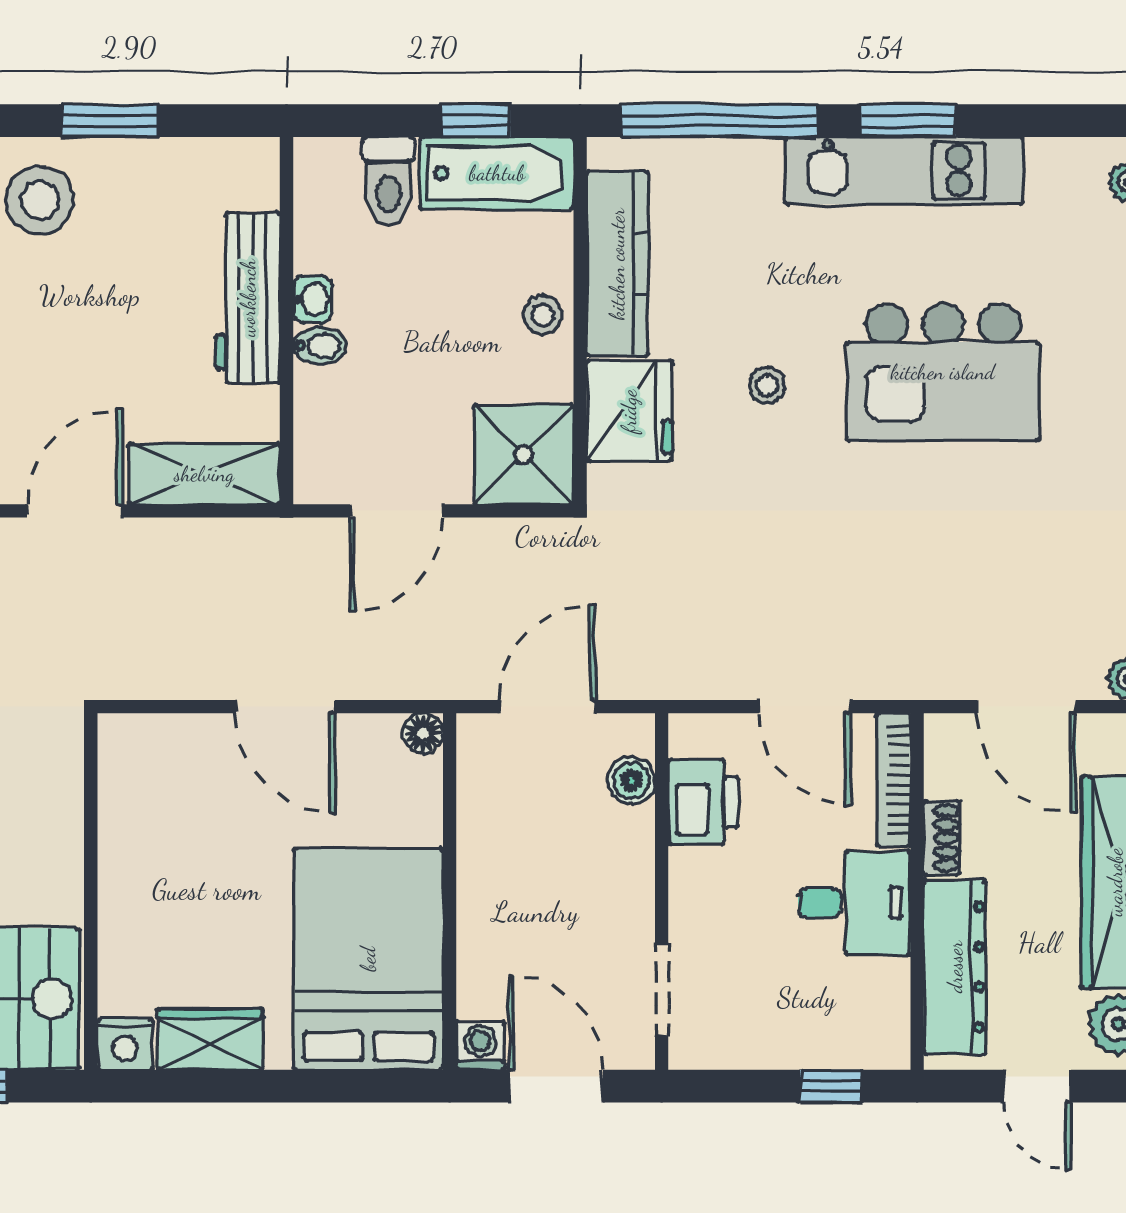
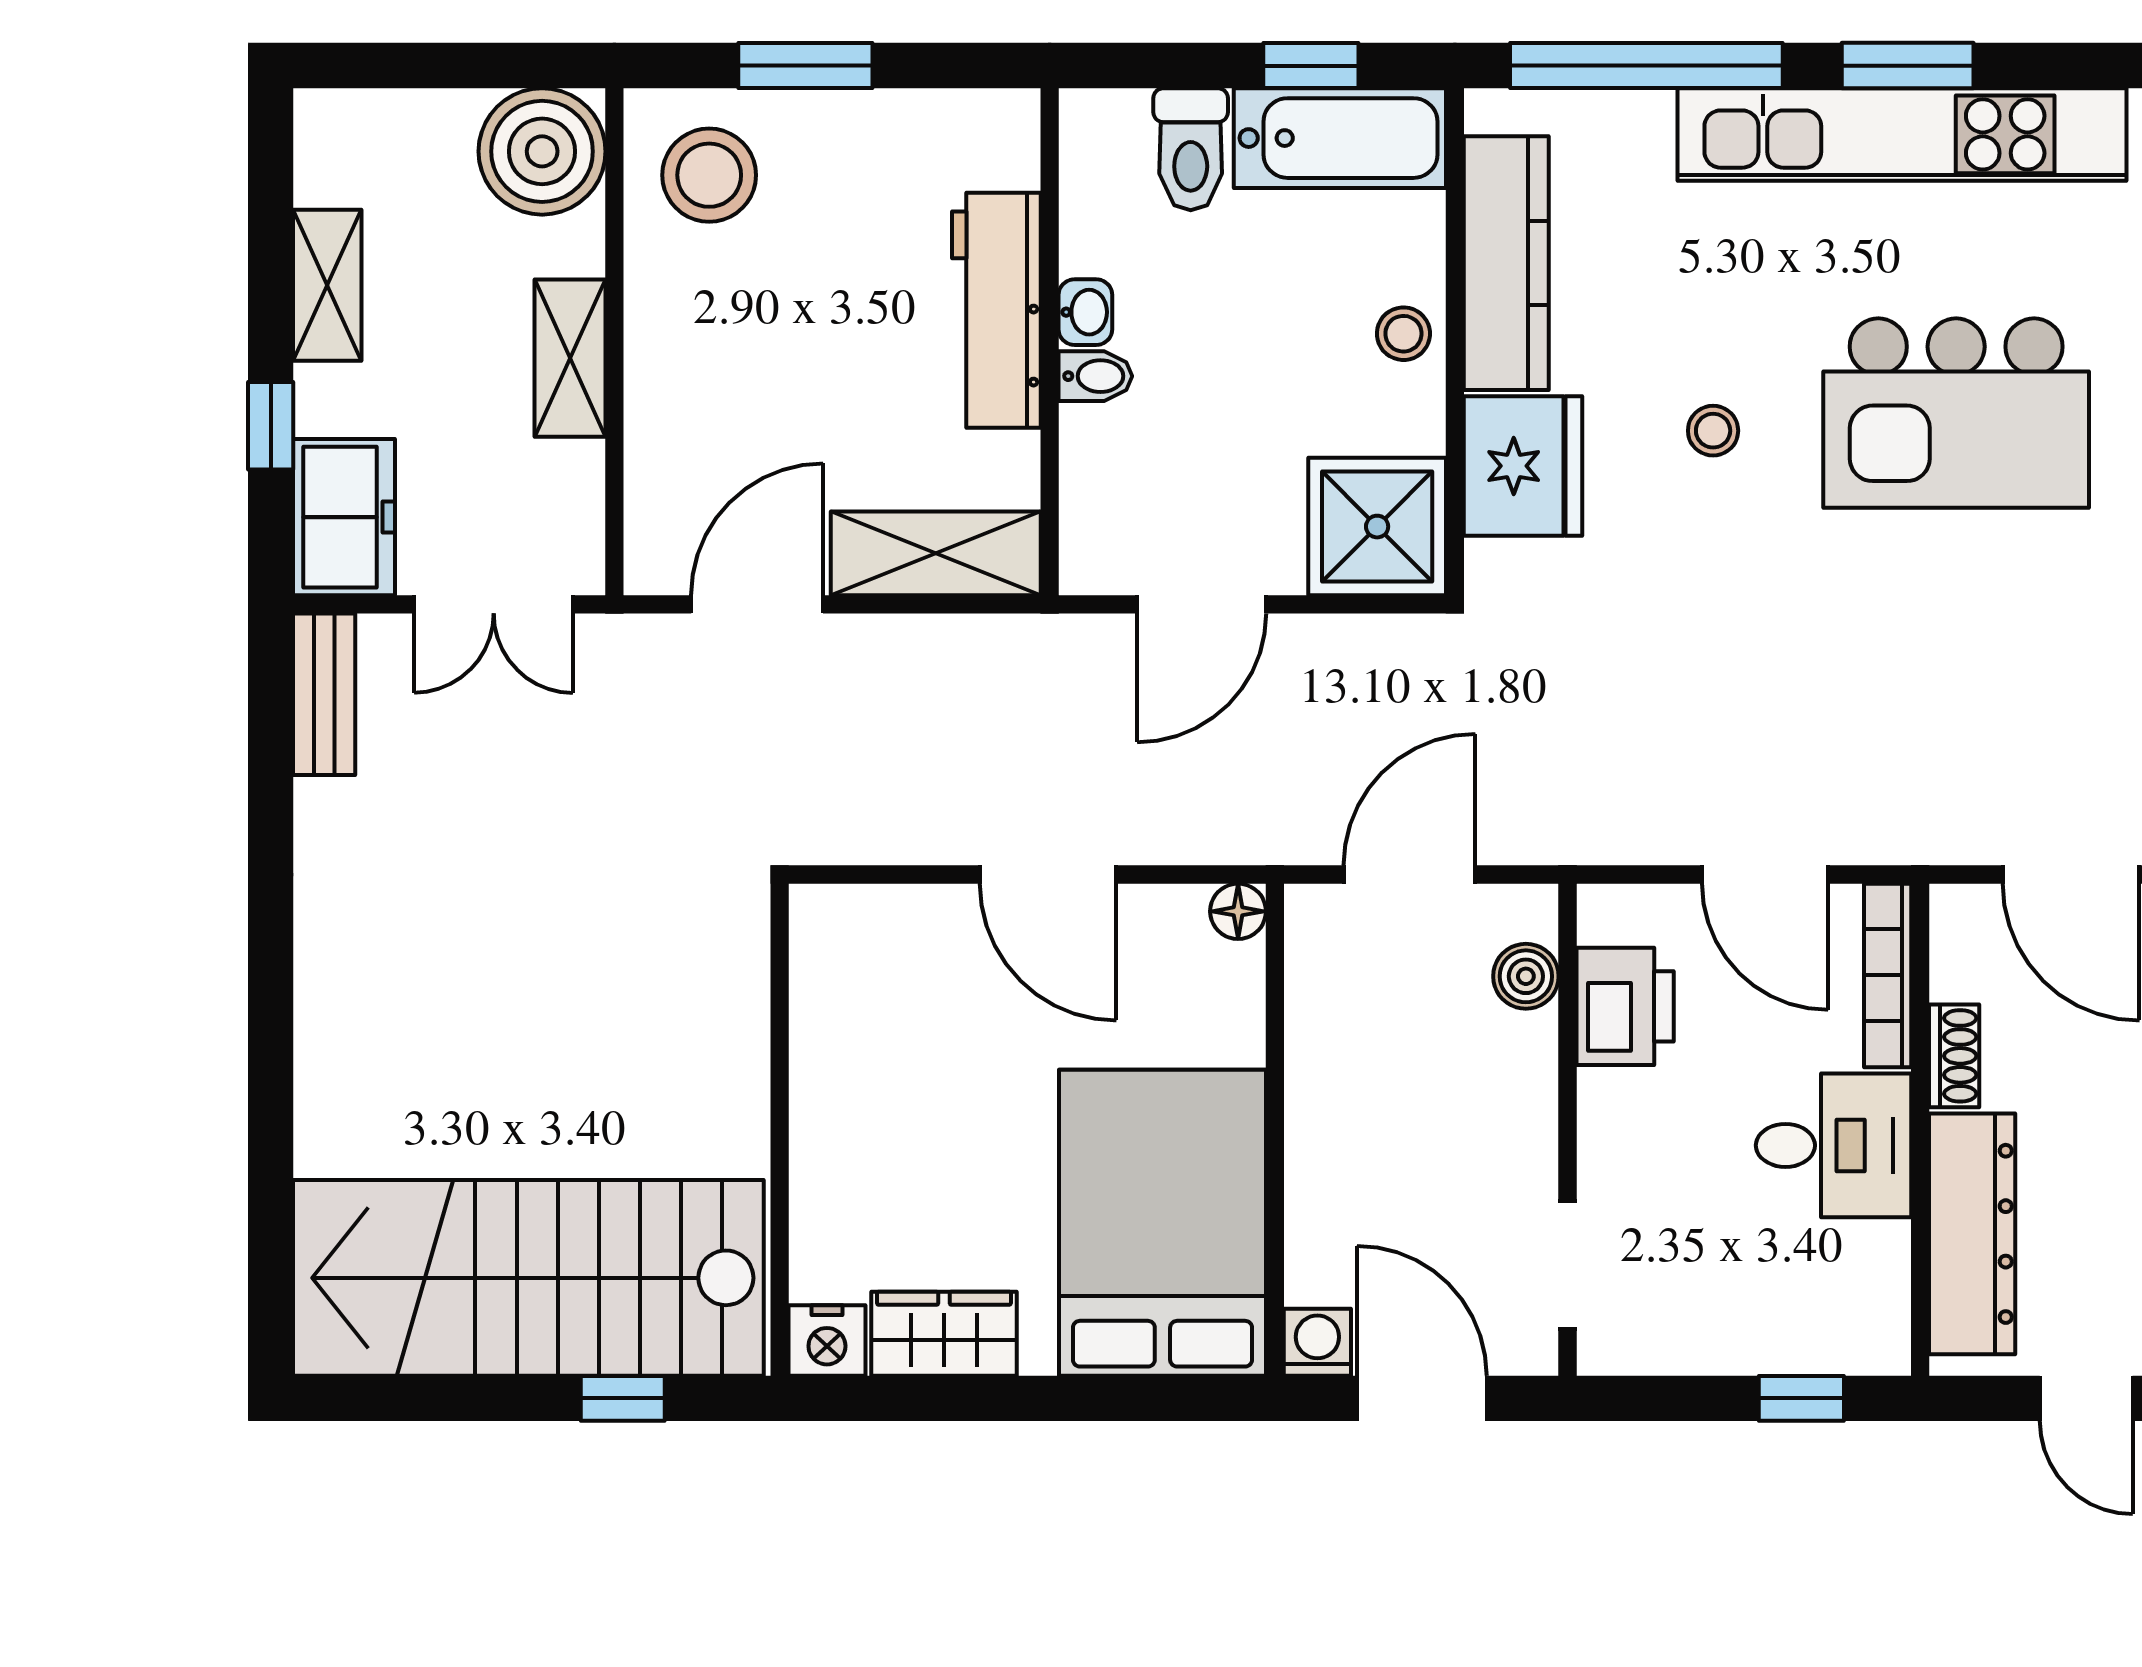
kitchen unit: (904, 171) -> (1902, 134), width x1.36

